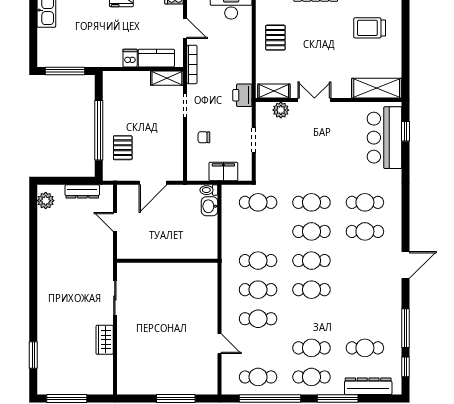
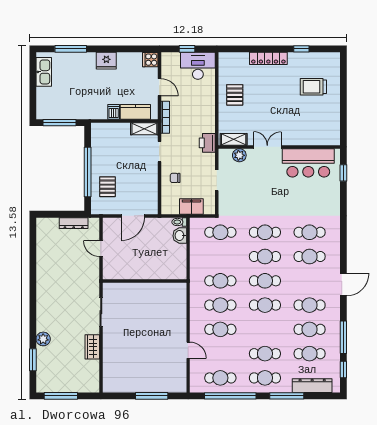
shelving: (377, 88) -> (319, 137), removed
bar counter: (384, 138) -> (308, 163), moved, turned -90
plant: (46, 201) -> (43, 339), moved
cafe table: (365, 290) -> (310, 305), added
cafe table: (365, 319) -> (310, 329), added

